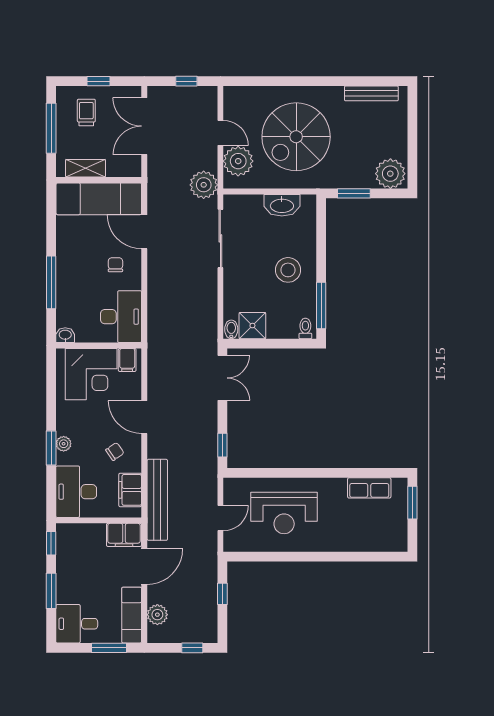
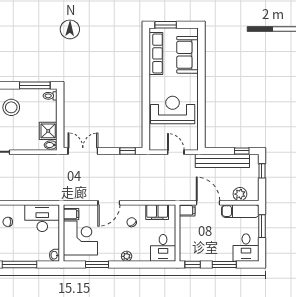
window: (51, 448) -> (97, 264), moved
row of seats: (369, 488) -> (156, 53), width x1.48
desk: (76, 492) -> (163, 248), width x0.73
bench: (157, 500) -> (222, 161), moved
reception desk: (284, 513) -> (173, 110), turned -90
filing cabinet: (124, 535) -> (187, 210), width x0.50
sofa: (367, 536) -> (188, 55), added
window: (222, 594) -> (242, 151), moved

